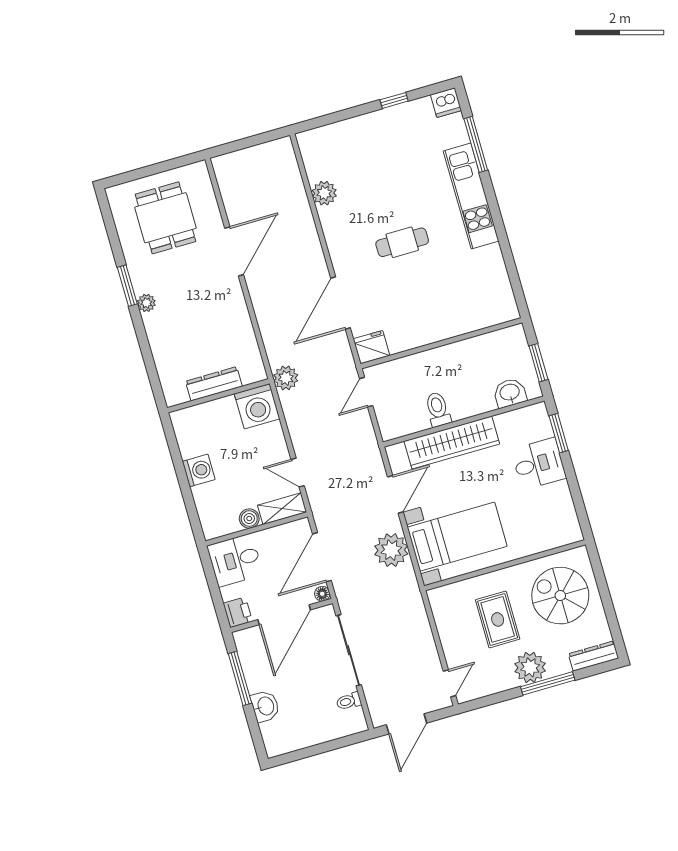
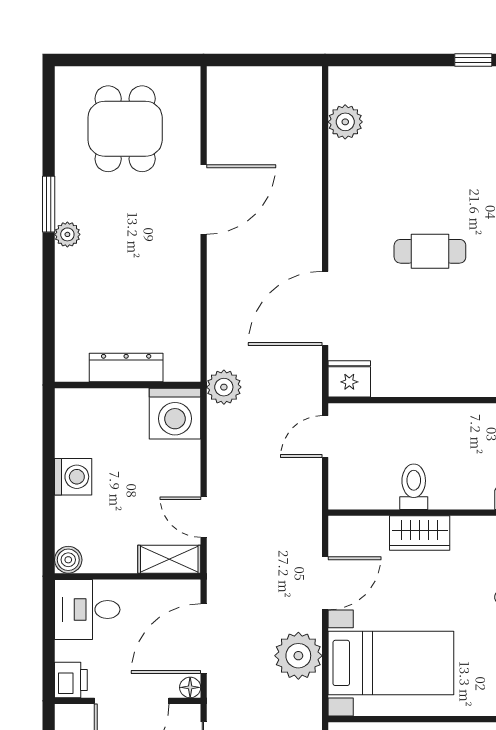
plant: (324, 193) -> (345, 122), moved
wardrobe: (452, 442) -> (420, 533), width x0.48, depth x0.85
boiler: (249, 519) -> (68, 560), moved

